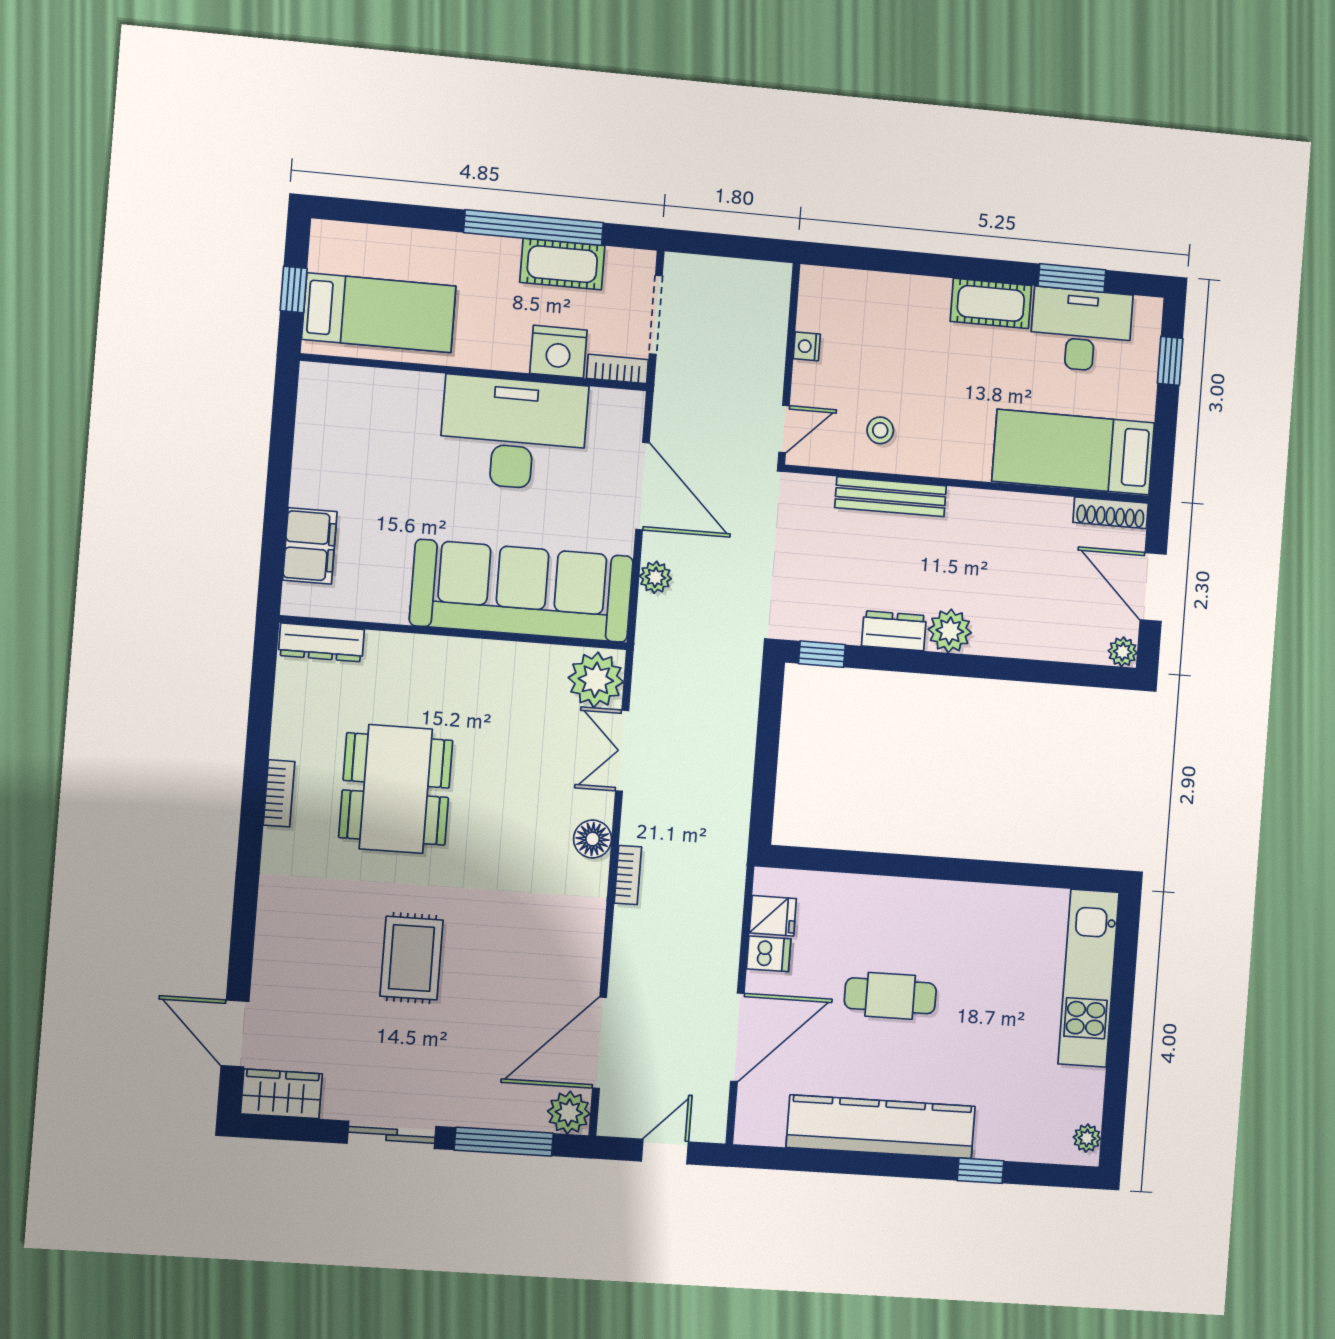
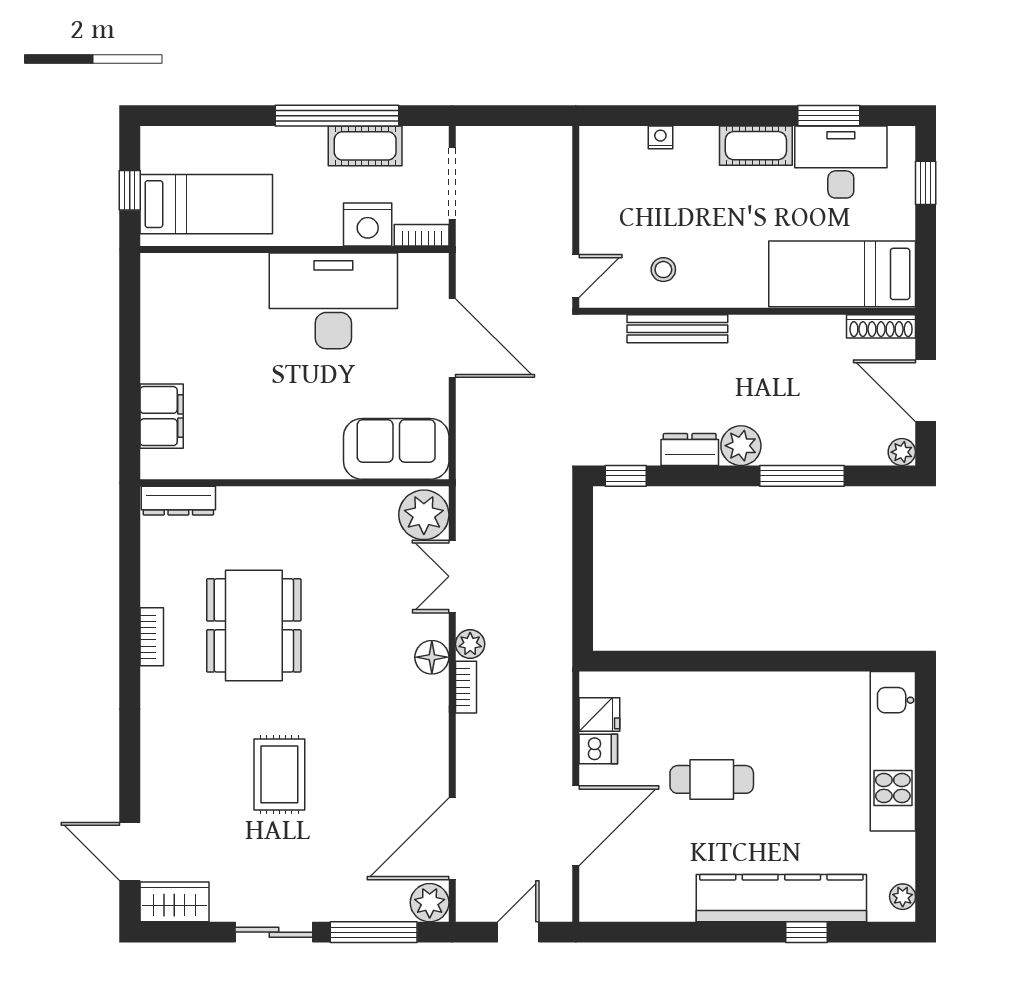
nightstand: (807, 346) -> (660, 137), moved, turned 90
plant: (655, 577) -> (470, 644), moved
sofa: (522, 591) -> (396, 449), width x0.54, depth x0.79
window: (1013, 669) -> (802, 476), added
kitchen counter: (881, 1127) -> (781, 898), moved

